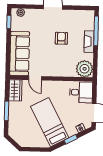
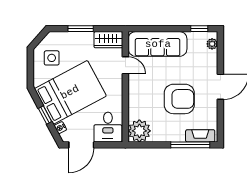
armchair: (61, 38) -> (179, 99), width x1.88, depth x1.88
fireplace: (89, 42) -> (200, 136), moved
door: (35, 78) -> (125, 65), swing flipped
bed: (50, 122) -> (70, 92), width x1.50
side table: (28, 133) -> (52, 58), added

